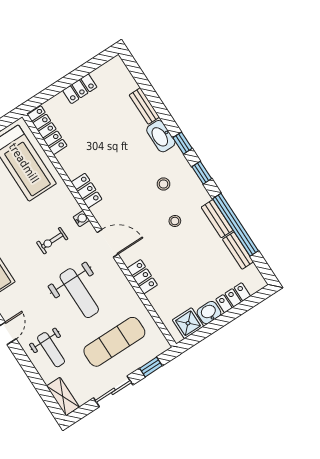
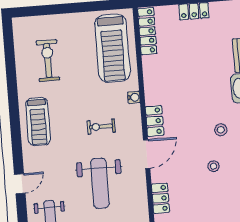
locker: (87, 191) -> (155, 121), moved
water cooler: (81, 219) -> (134, 97), moved
door: (108, 243) -> (147, 154), hinge flipped

